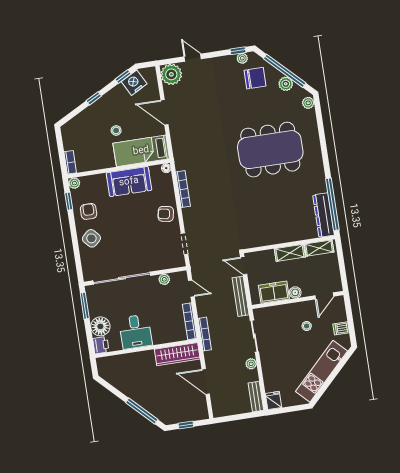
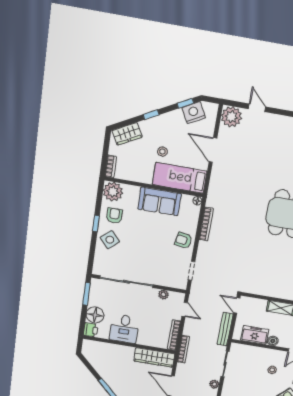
wardrobe: (76, 125) -> (127, 134), added
plant: (74, 183) -> (113, 192), width x1.87, depth x1.87
window: (69, 201) -> (96, 223), moved

